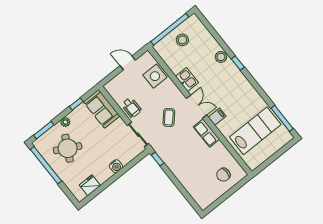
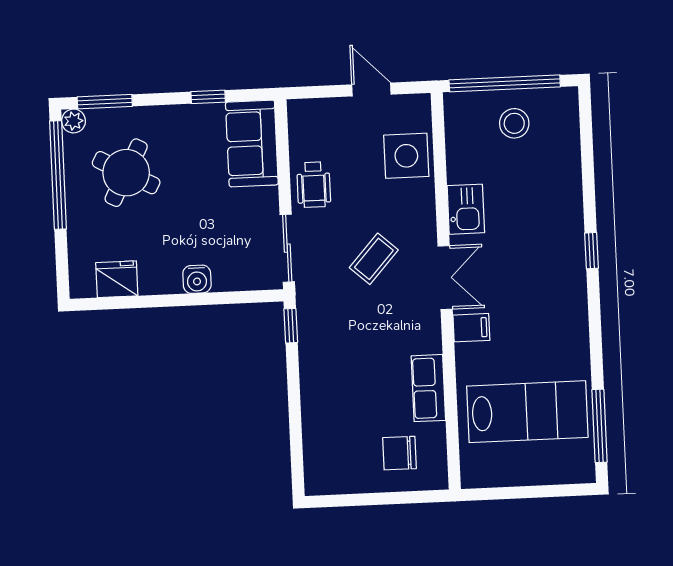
stool: (221, 57) -> (567, 214), removed
plant: (65, 122) -> (74, 121), moved
row of seats: (206, 133) -> (428, 388), moved

